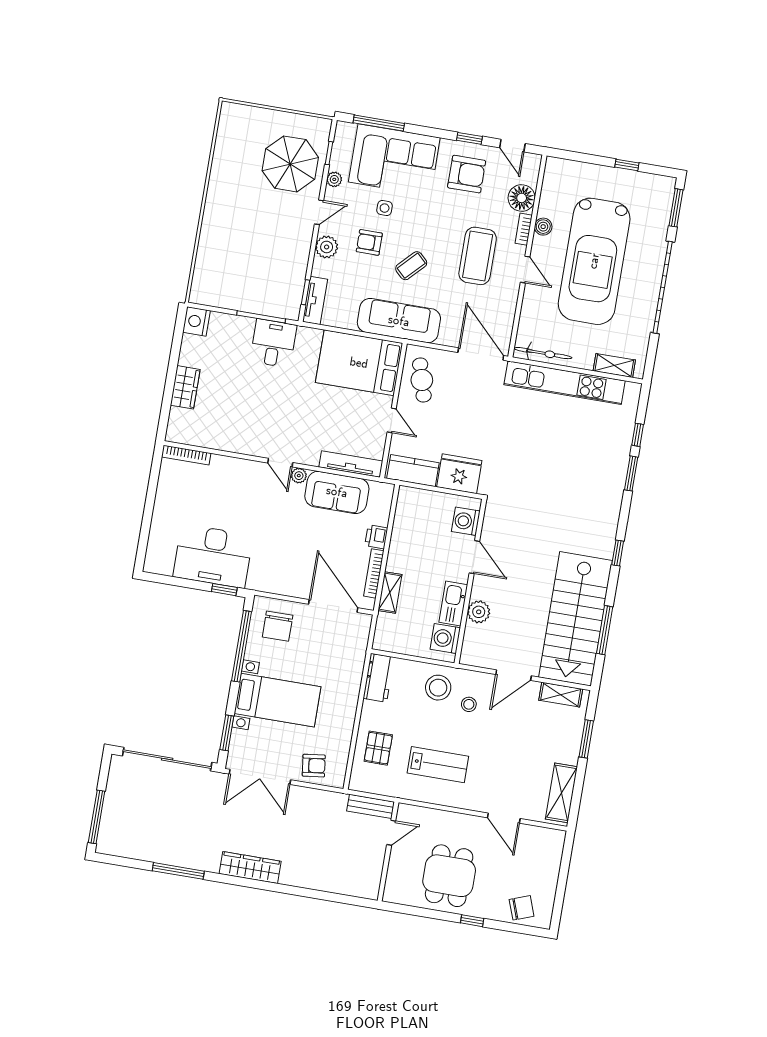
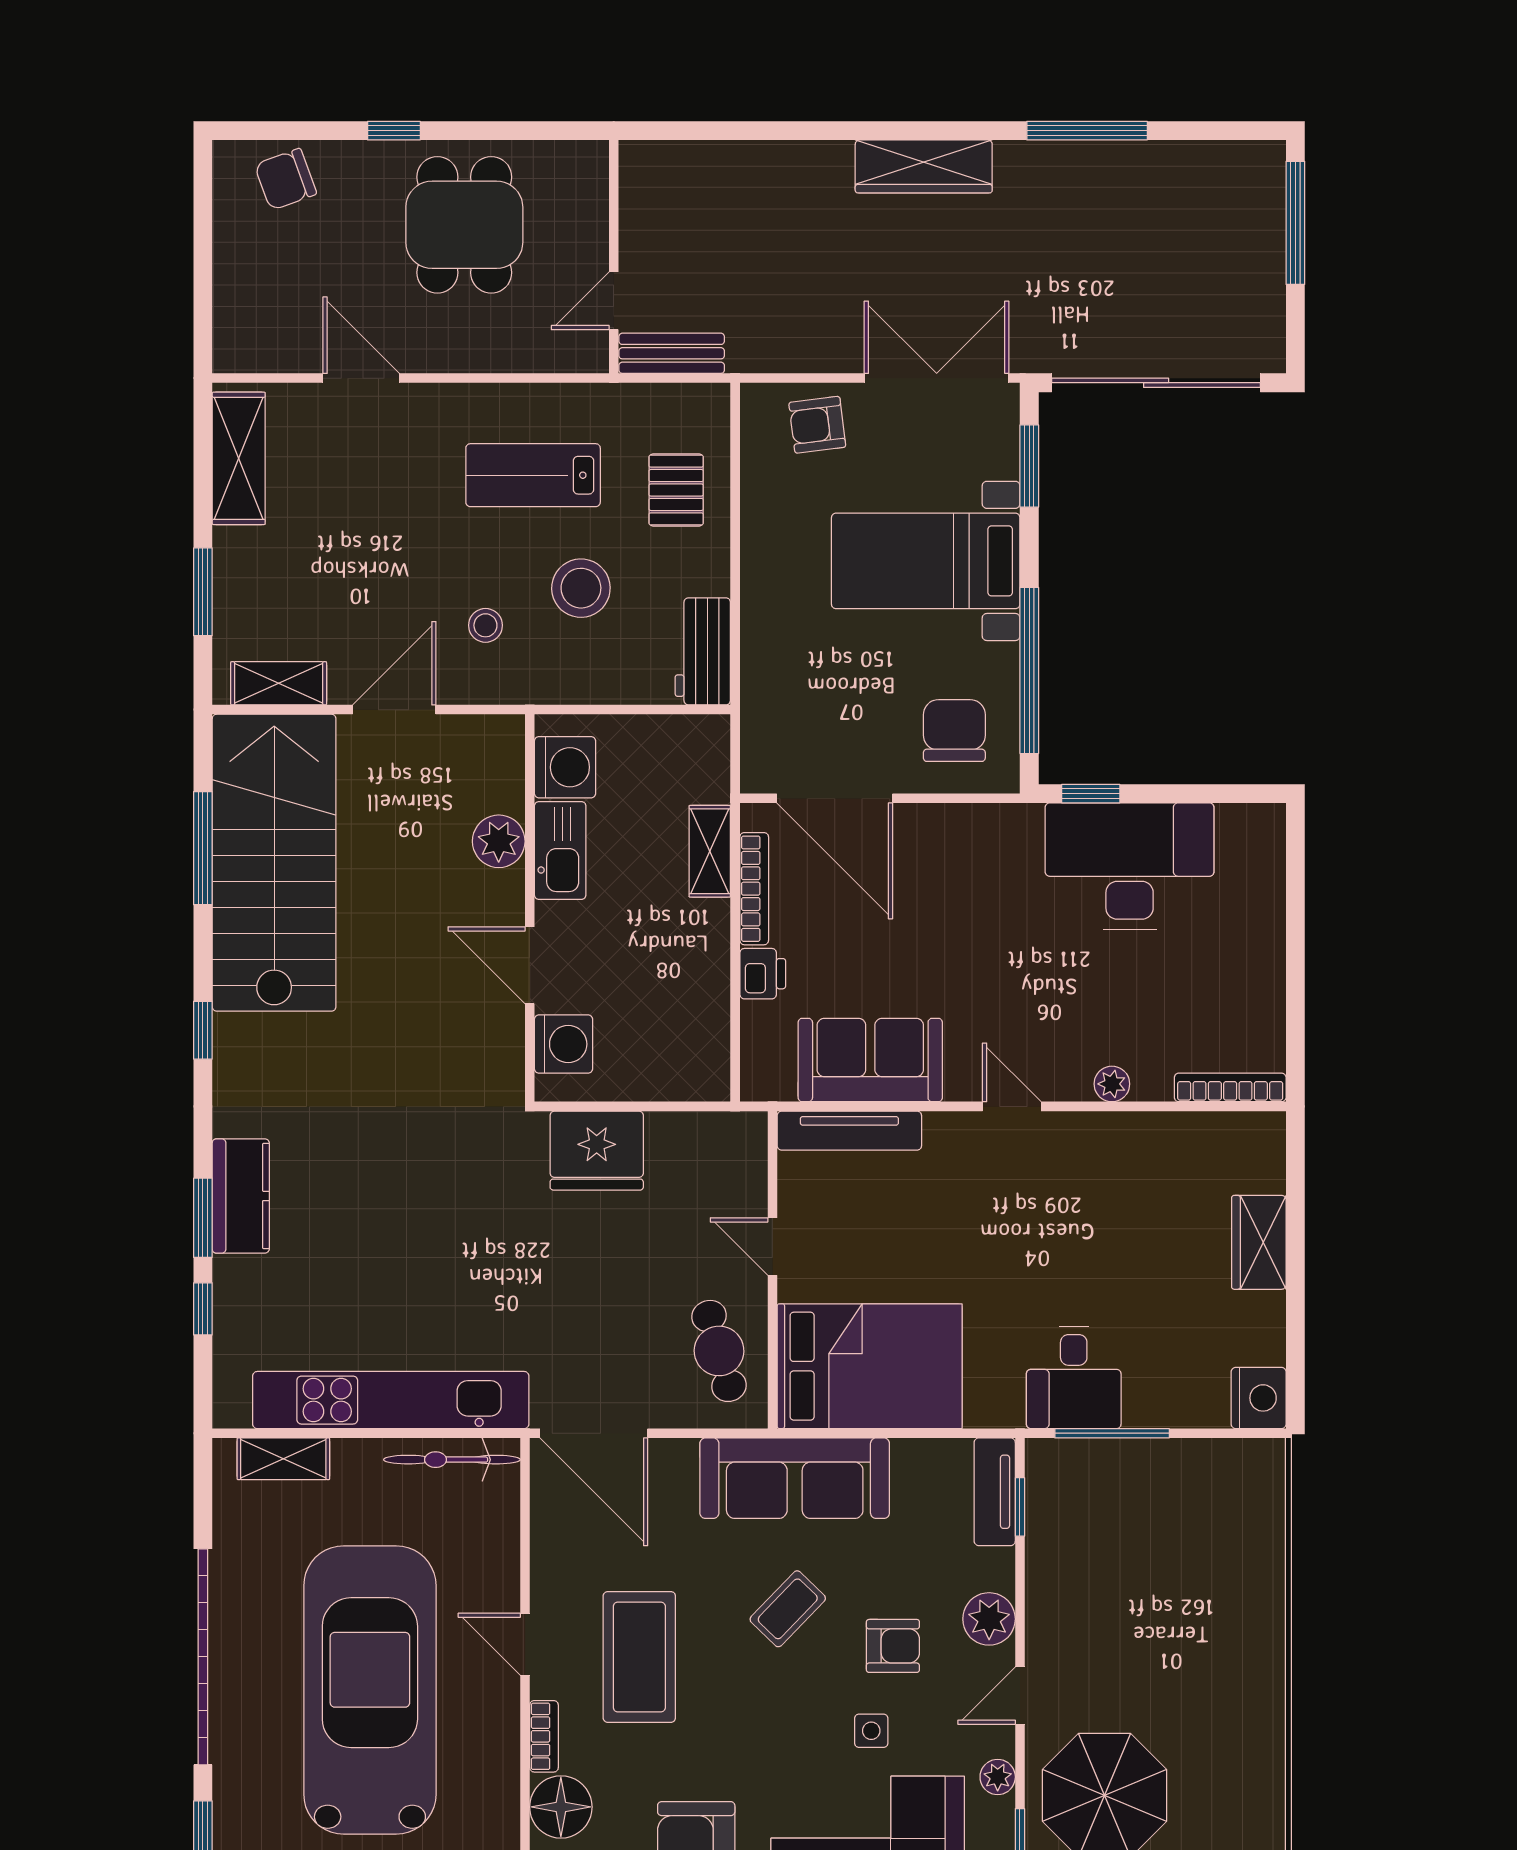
boiler: (543, 227) -> (500, 1750), removed
kitchen counter: (413, 471) -> (241, 1196), moved, turned -90
plant: (299, 476) -> (1112, 1084), moved
stool: (438, 688) -> (581, 588), moved

